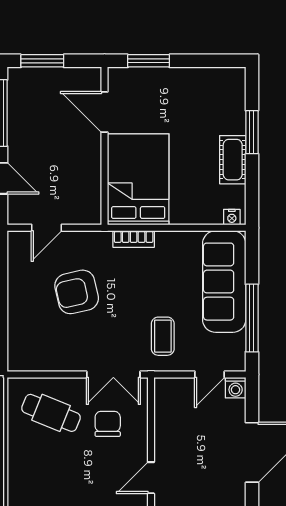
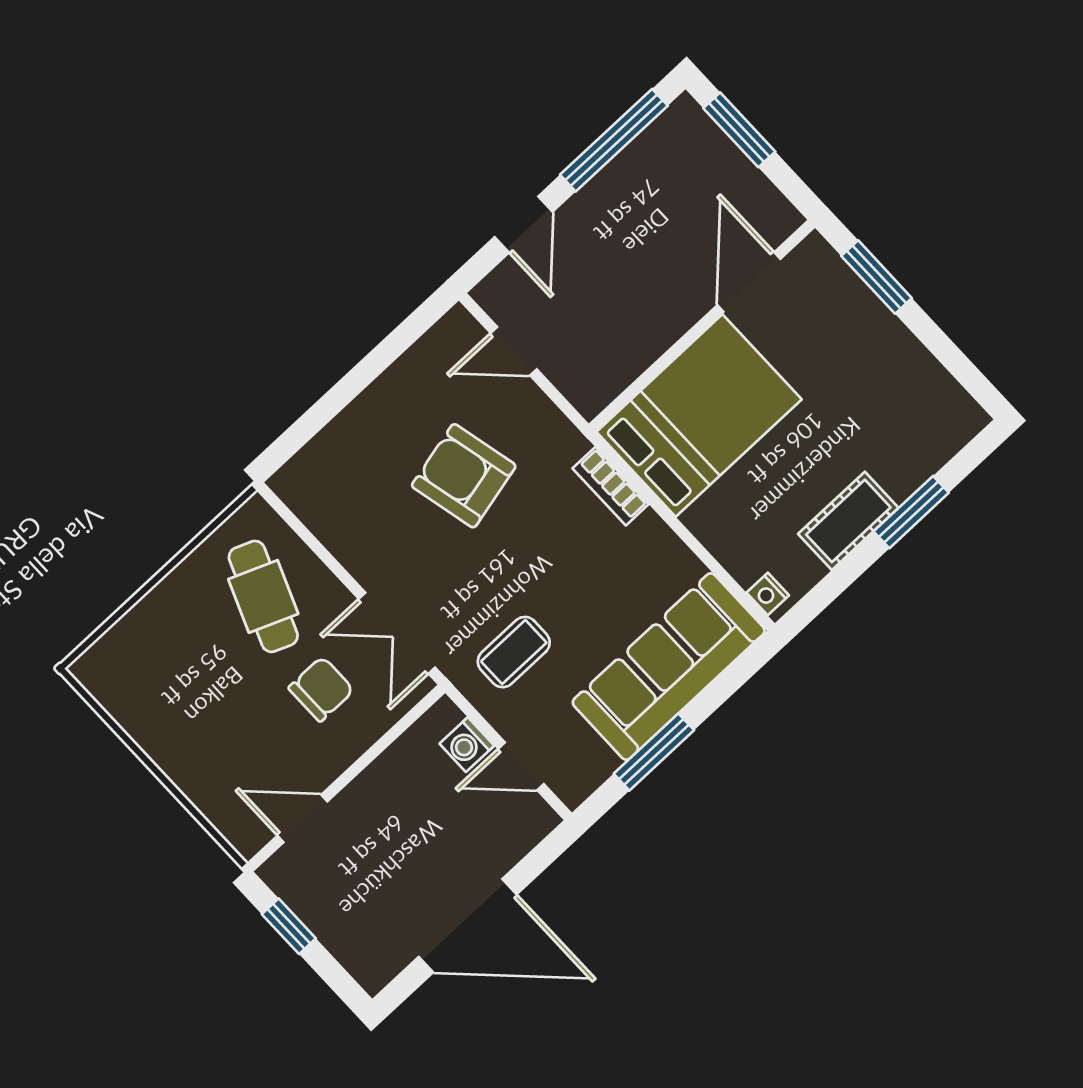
window: (252, 318) -> (654, 752), width x0.69
washing machine: (236, 388) -> (467, 745), moved

